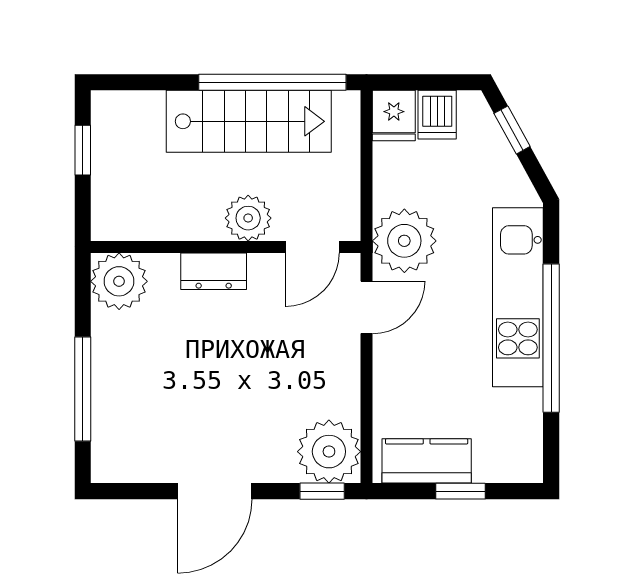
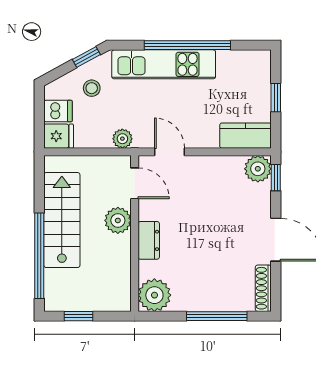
window: (272, 82) -> (39, 256), moved
window: (512, 130) -> (86, 57), moved
stool: (477, 173) -> (92, 88), added
plant: (404, 241) -> (122, 139), width x0.53, depth x0.53
plant: (329, 452) -> (258, 169), width x0.73, depth x0.73
kitchen counter: (427, 461) -> (246, 136), moved, turned 90
shoe rack: (131, 469) -> (263, 288), added

